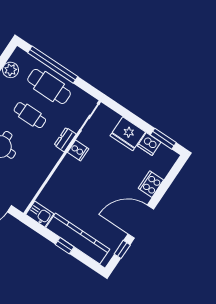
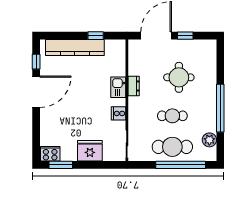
dresser: (65, 140) -> (134, 86), moved
dishwasher: (149, 144) -> (69, 154), removed
cooker: (151, 184) -> (50, 154), moved, turned -90
kitchen sink: (40, 214) -> (118, 87), moved, turned 90
window: (65, 246) -> (96, 36), moved

